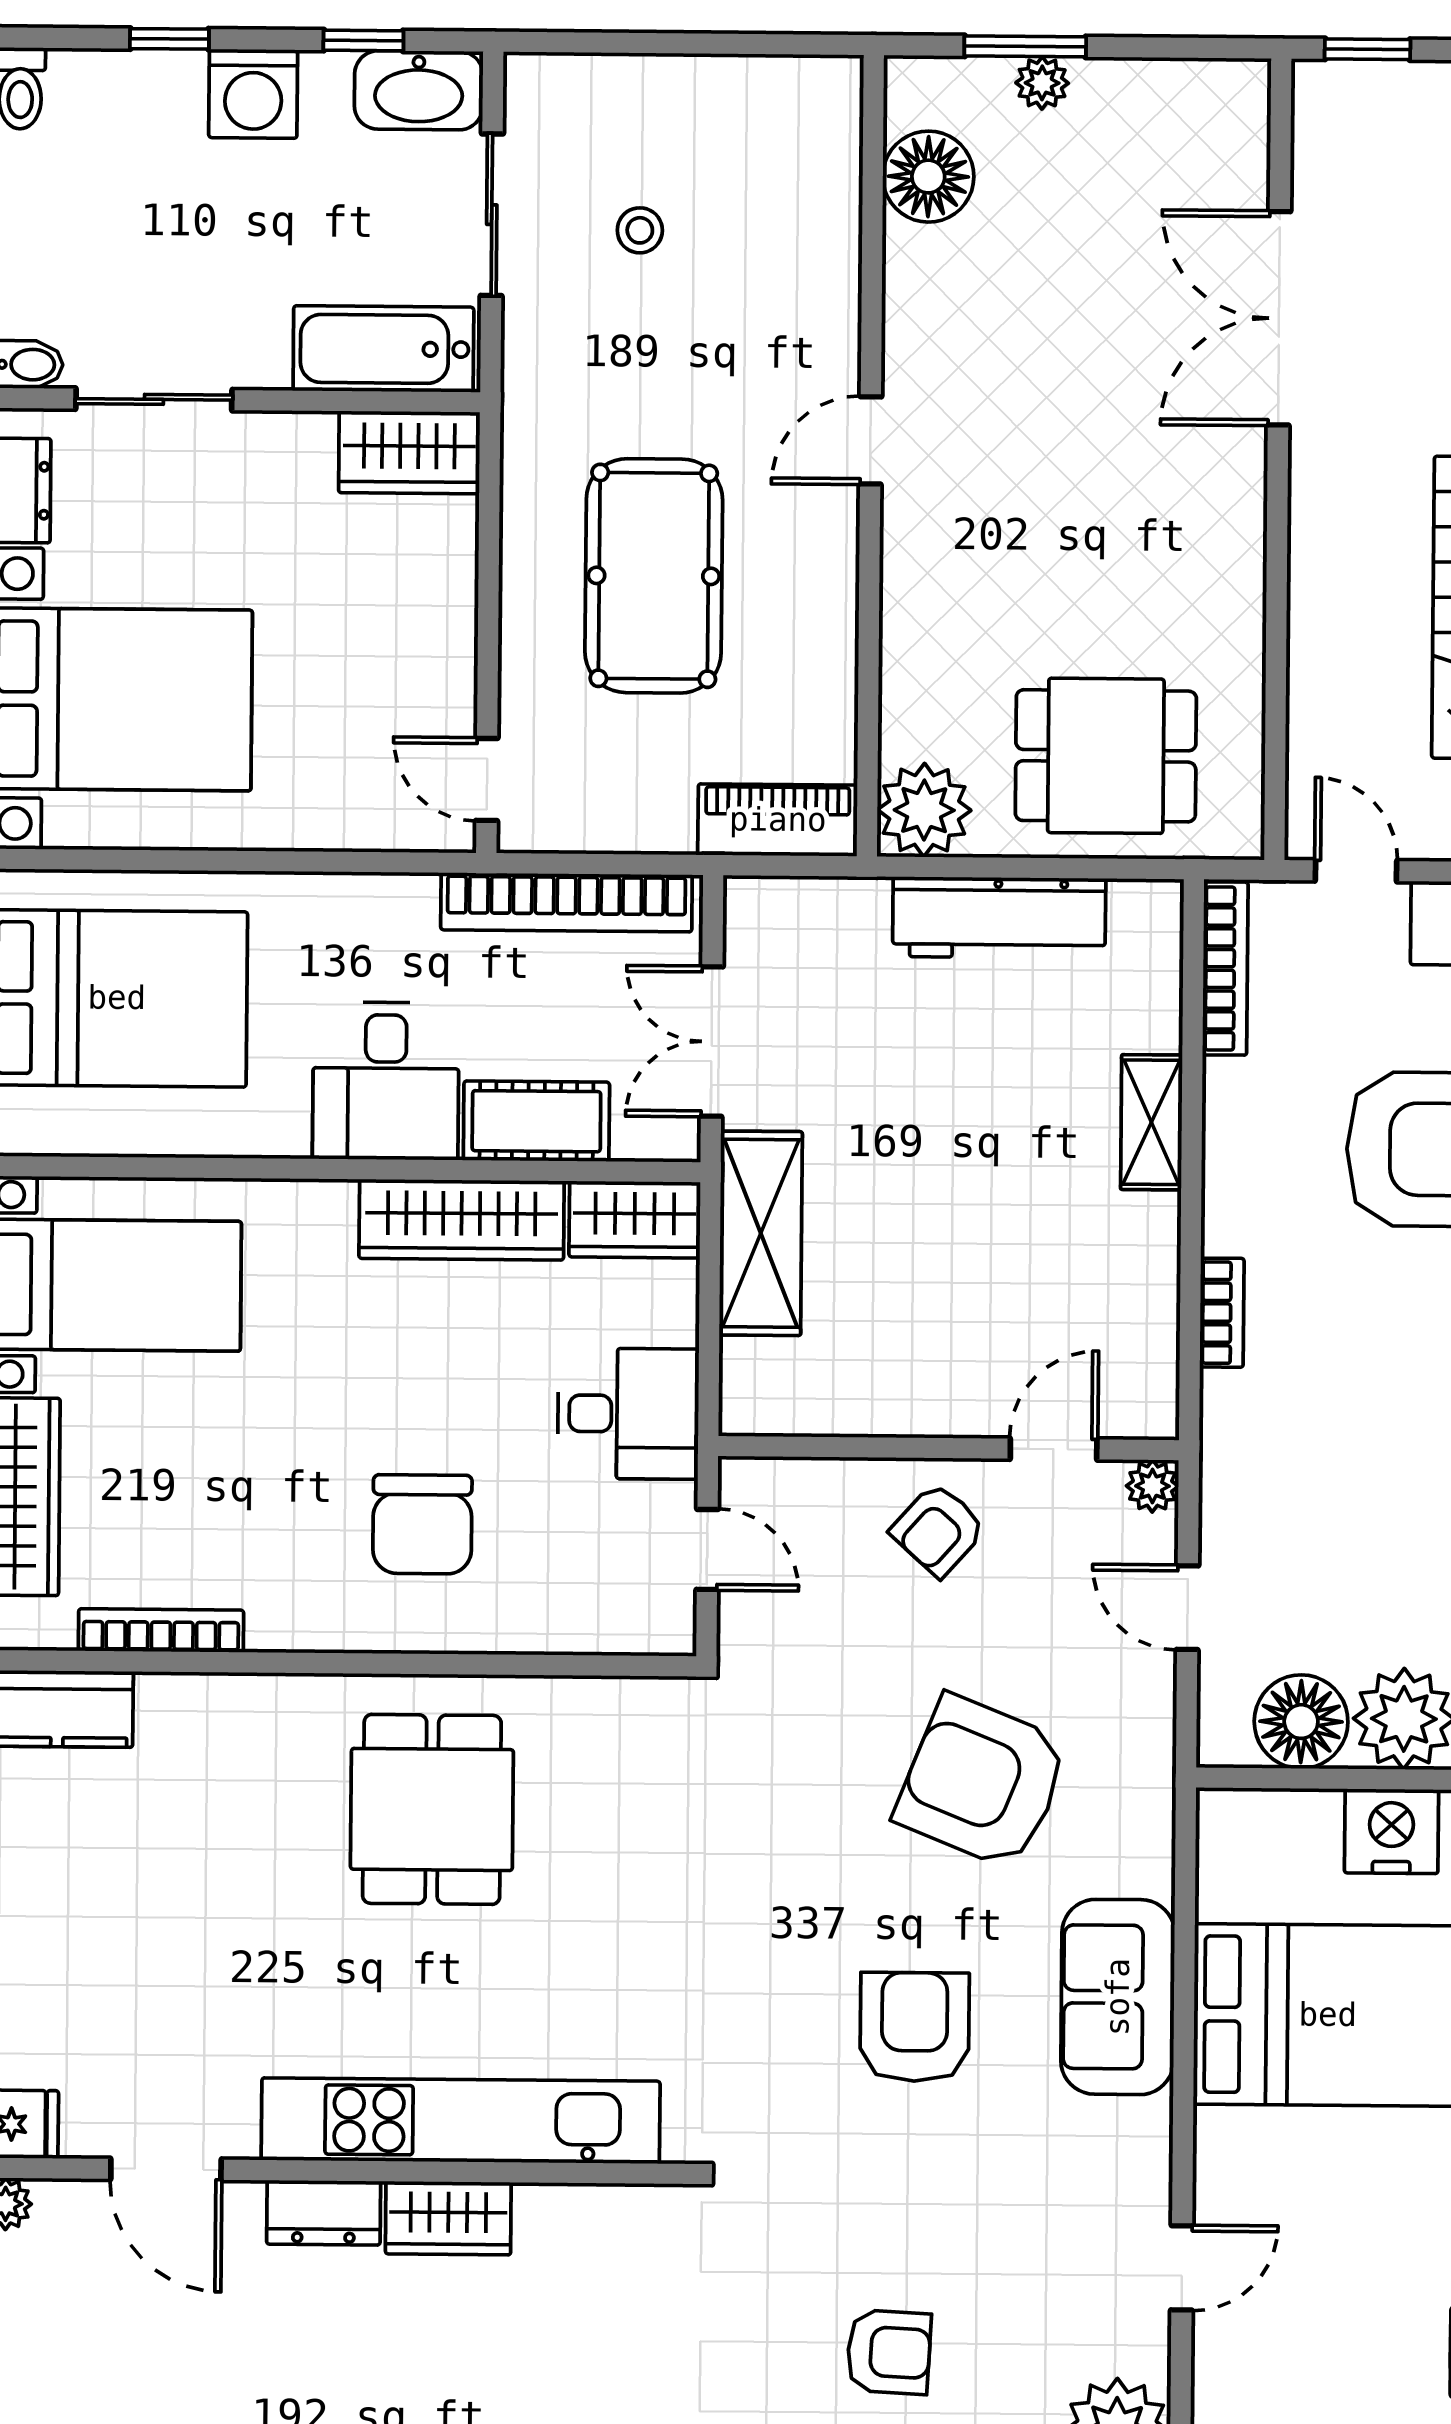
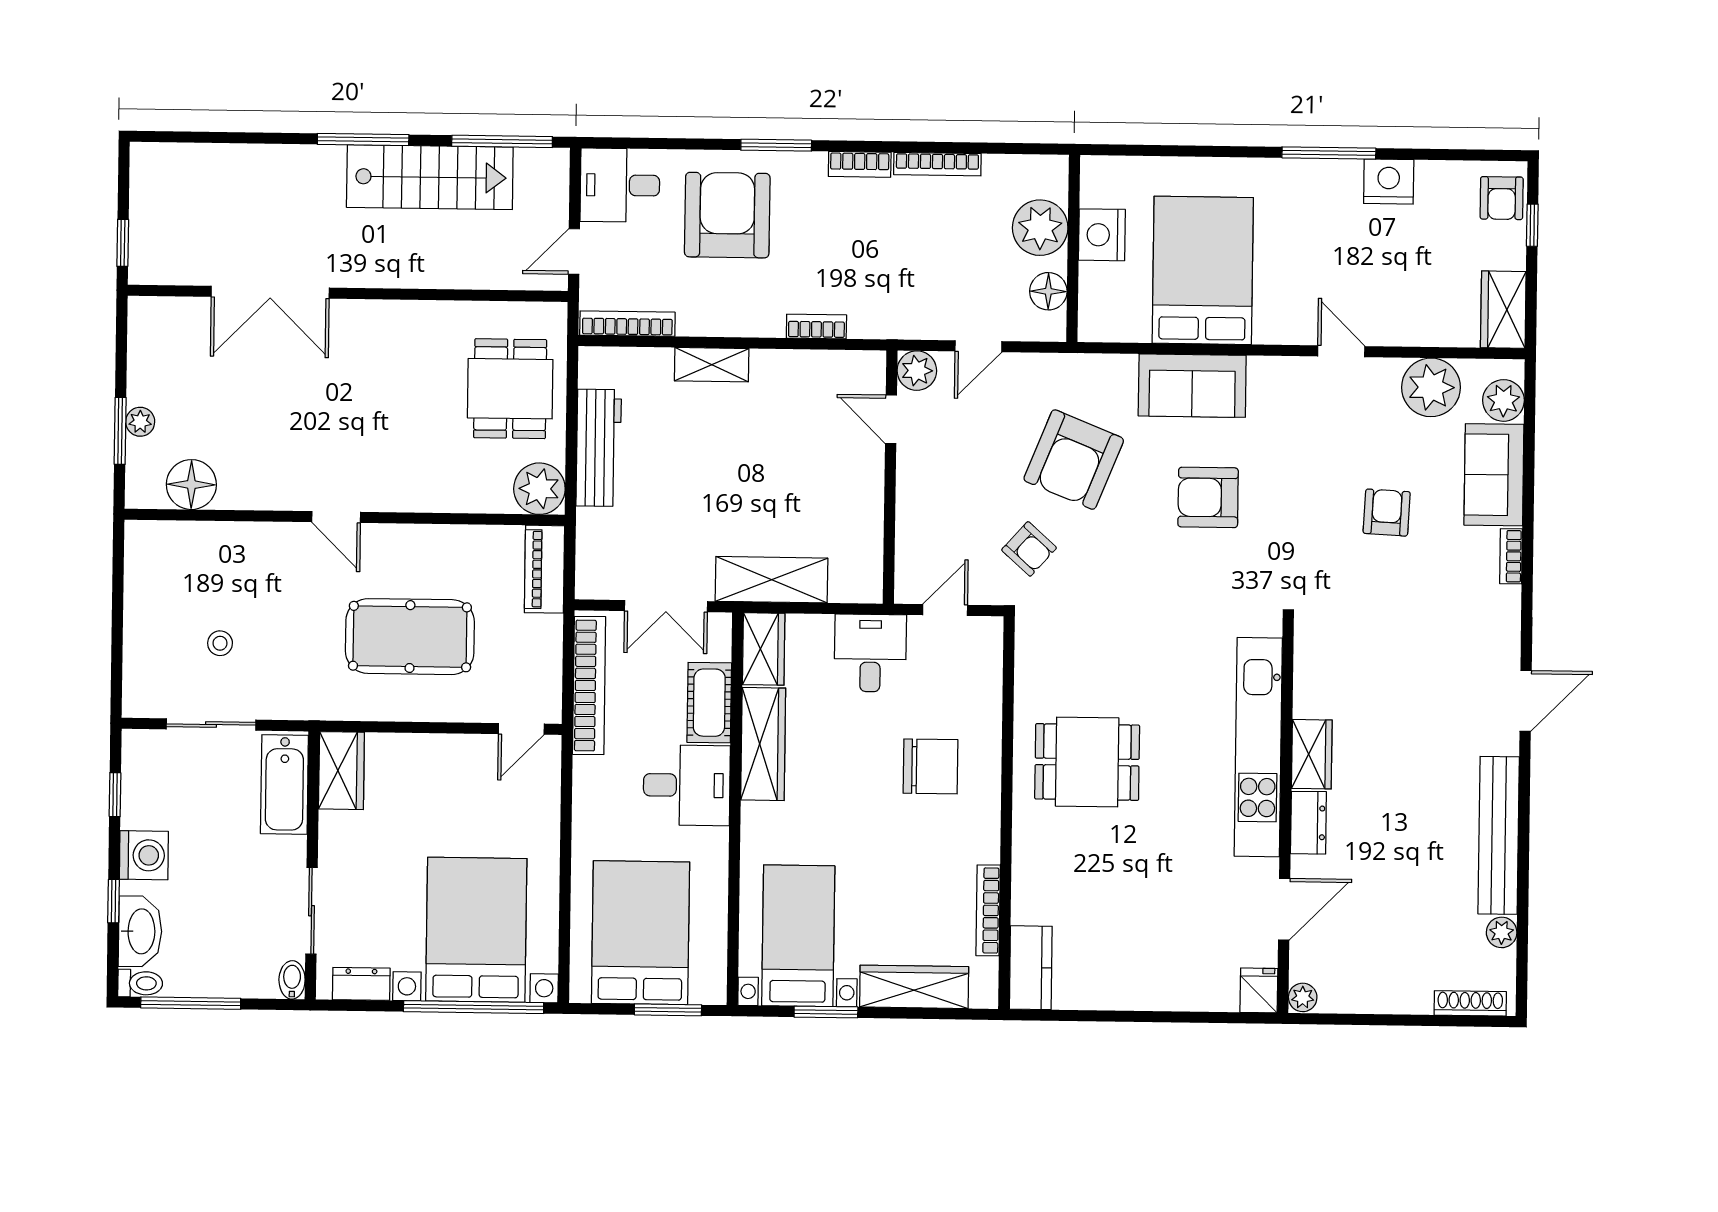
washbasin: (419, 90) -> (140, 931), moved
plant: (1152, 1486) -> (917, 371), width x1.38, depth x1.38
armchair: (938, 1530) -> (1029, 549), moved
floor lamp: (1301, 1722) -> (1048, 291), width x0.73, depth x0.73

